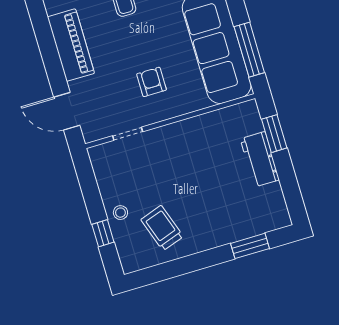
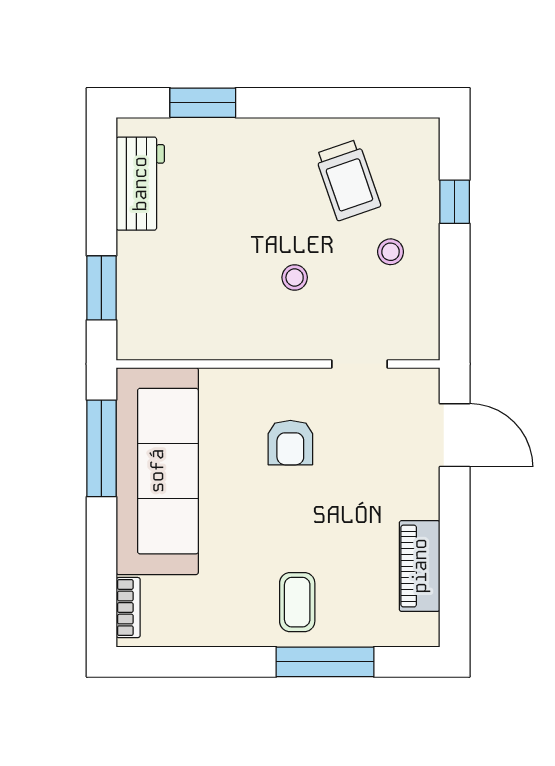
piano: (71, 45) -> (420, 566), width x0.73, depth x0.75
workbench: (260, 159) -> (140, 184), moved
stool: (175, 169) -> (295, 277), added
stool: (120, 213) -> (391, 252), moved

